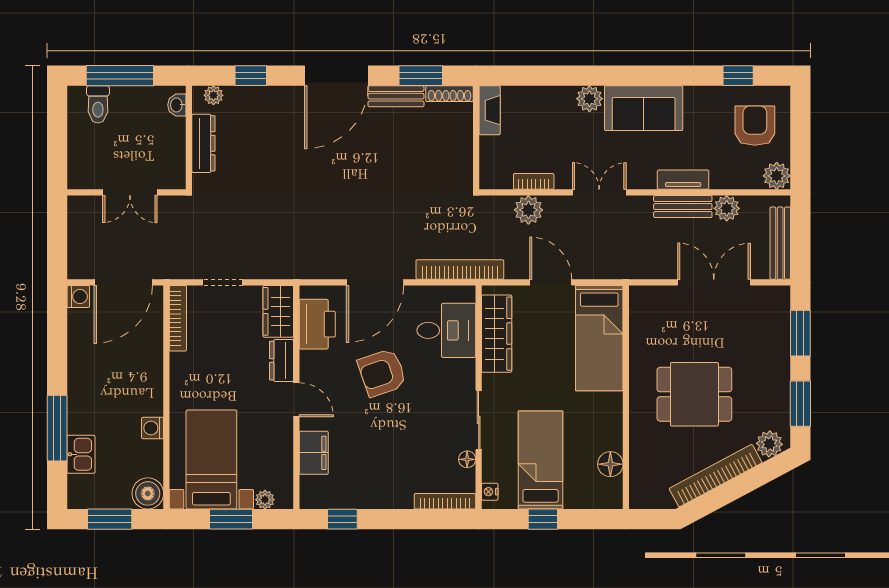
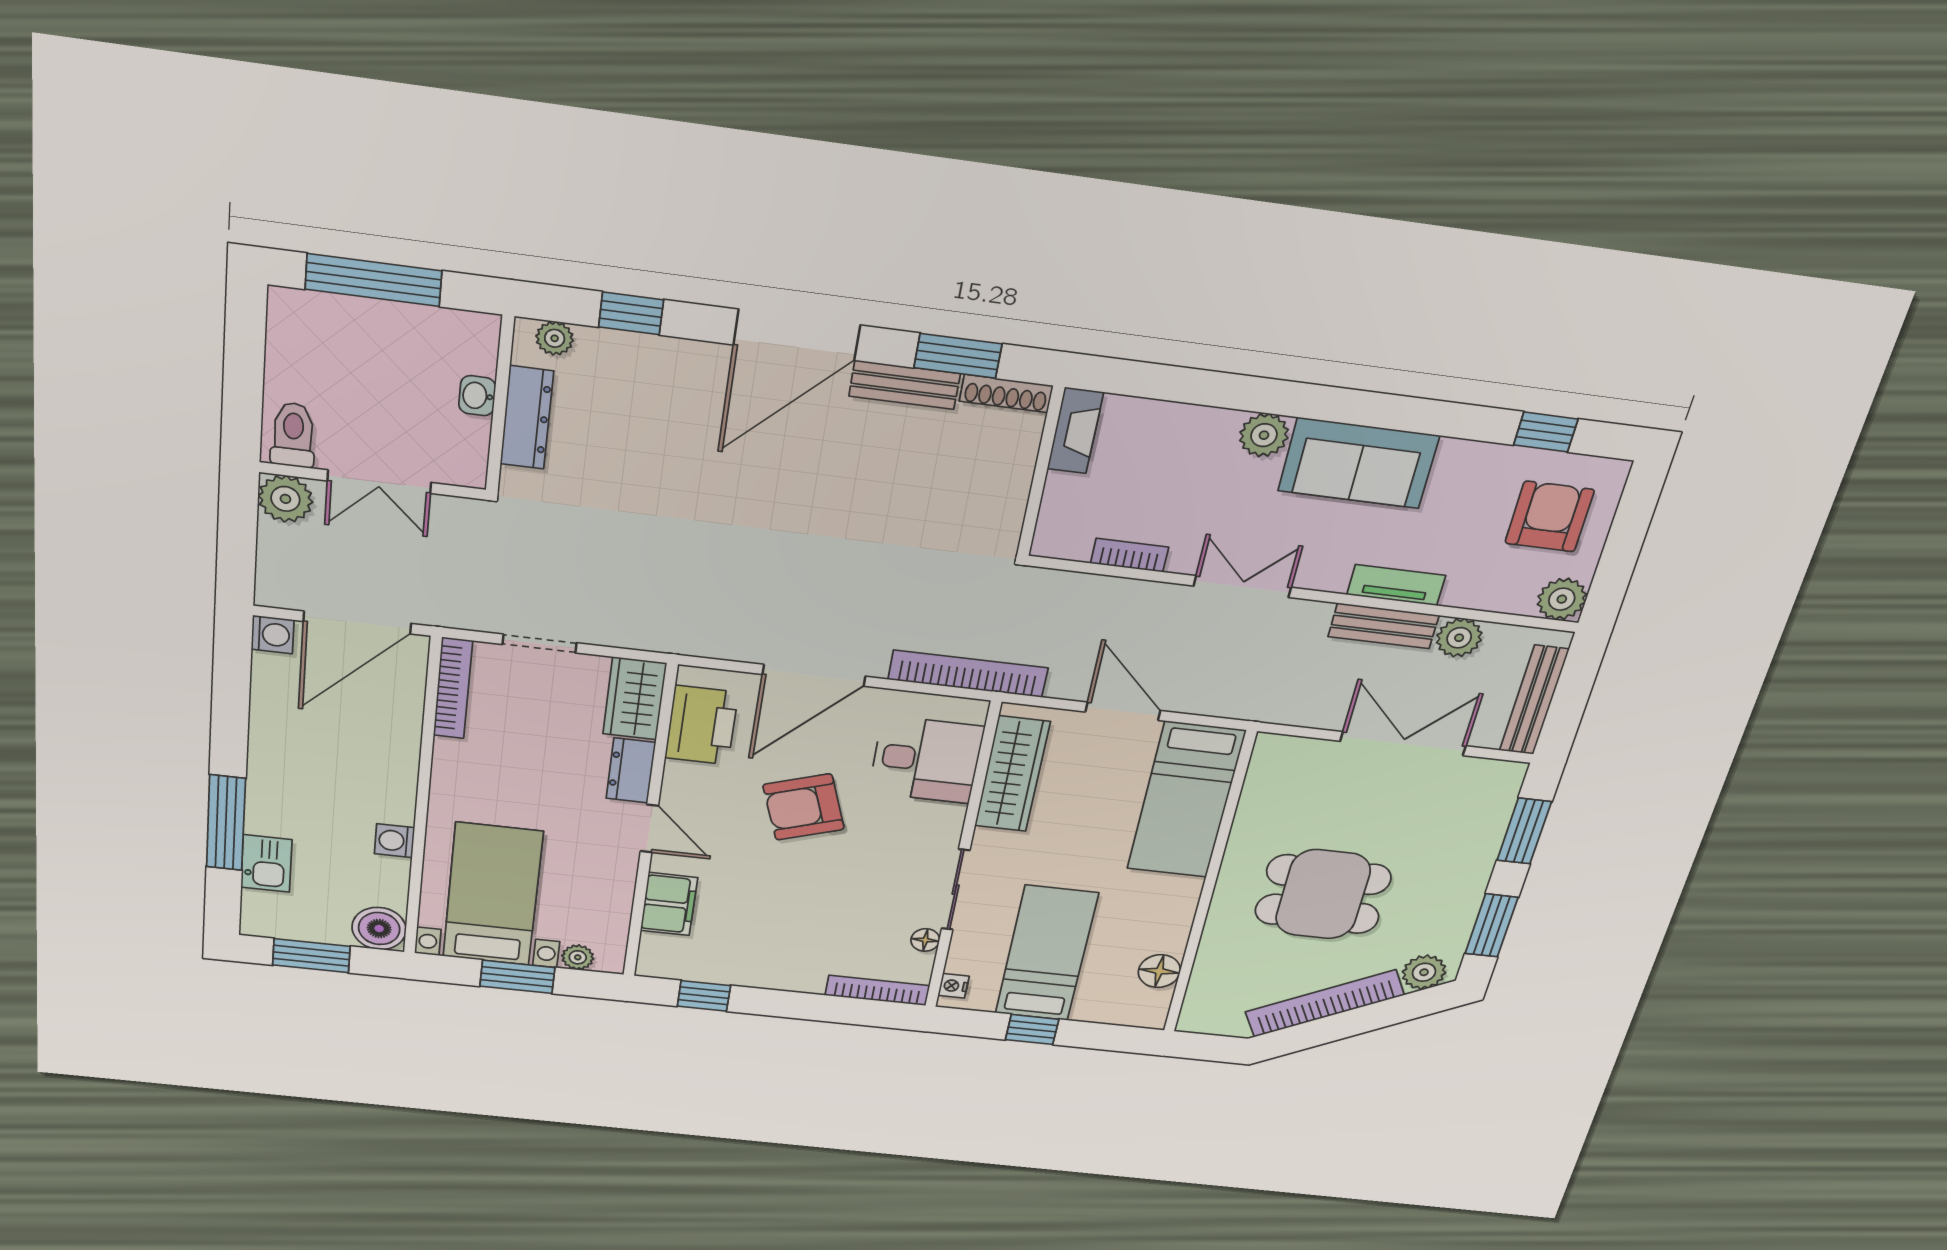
toilet: (98, 104) -> (293, 435), moved, turned 180
washbasin: (177, 105) -> (477, 396), moved
plant: (528, 210) -> (285, 499), moved

